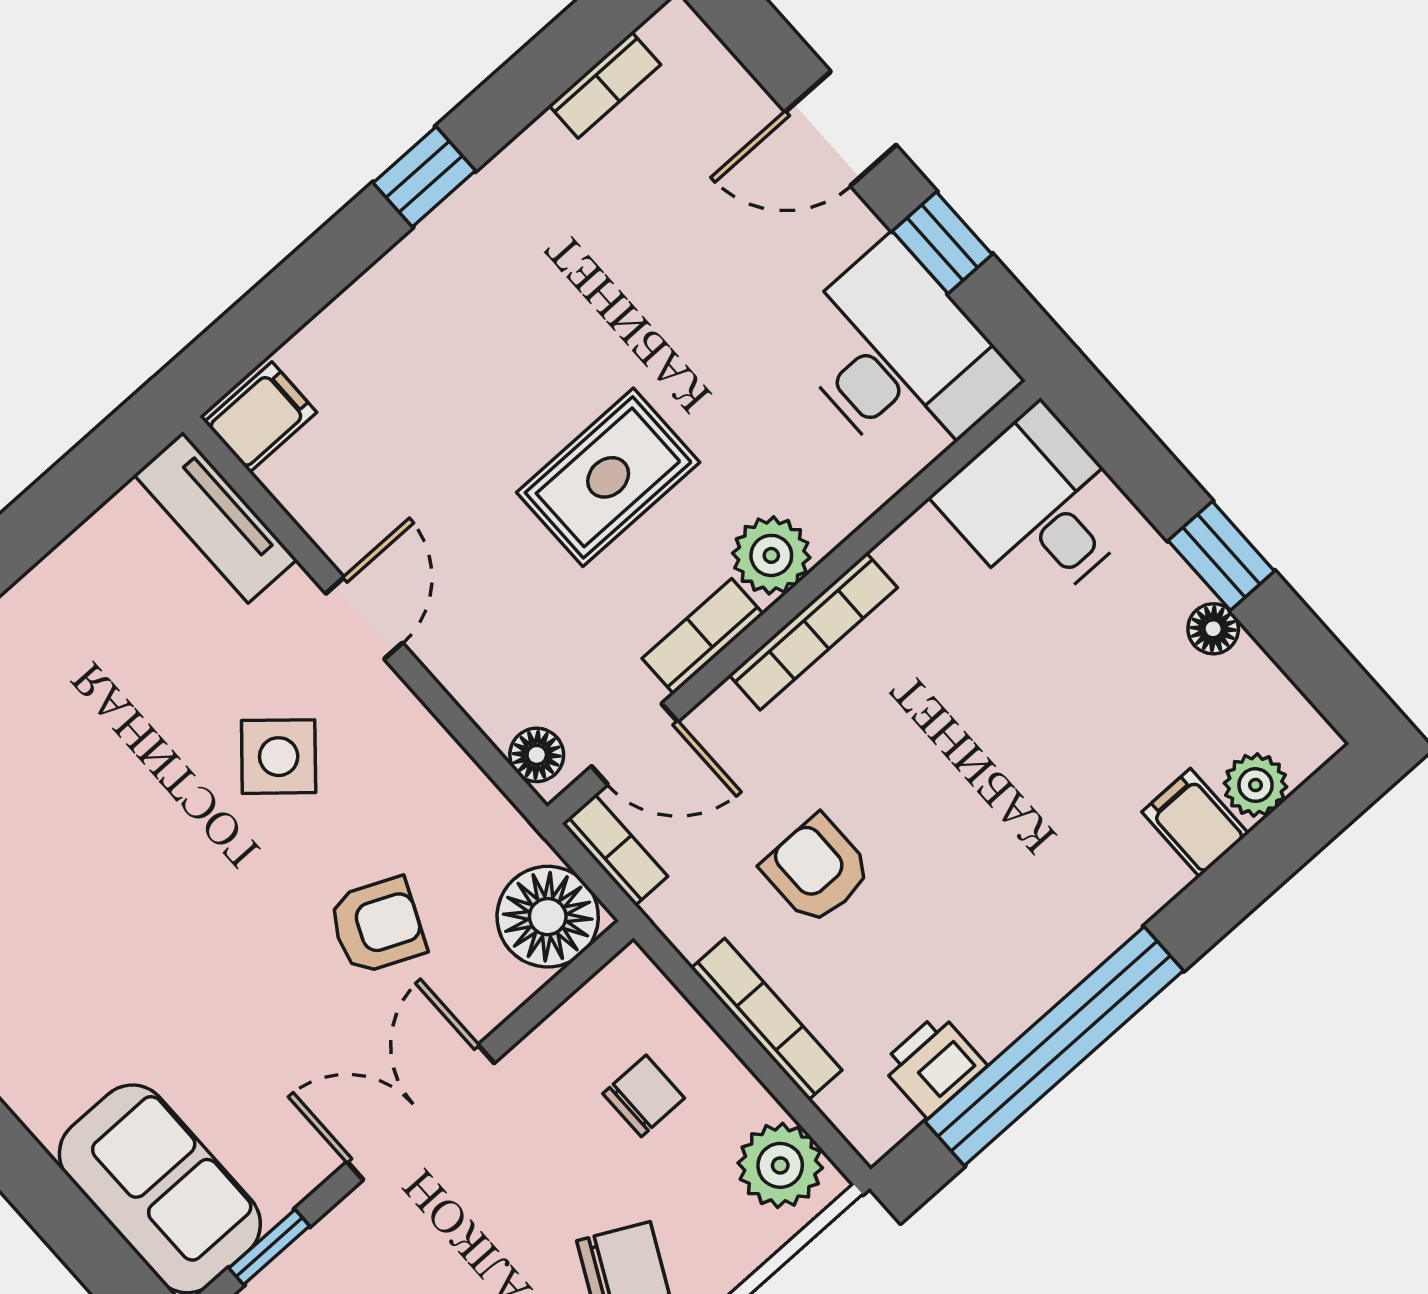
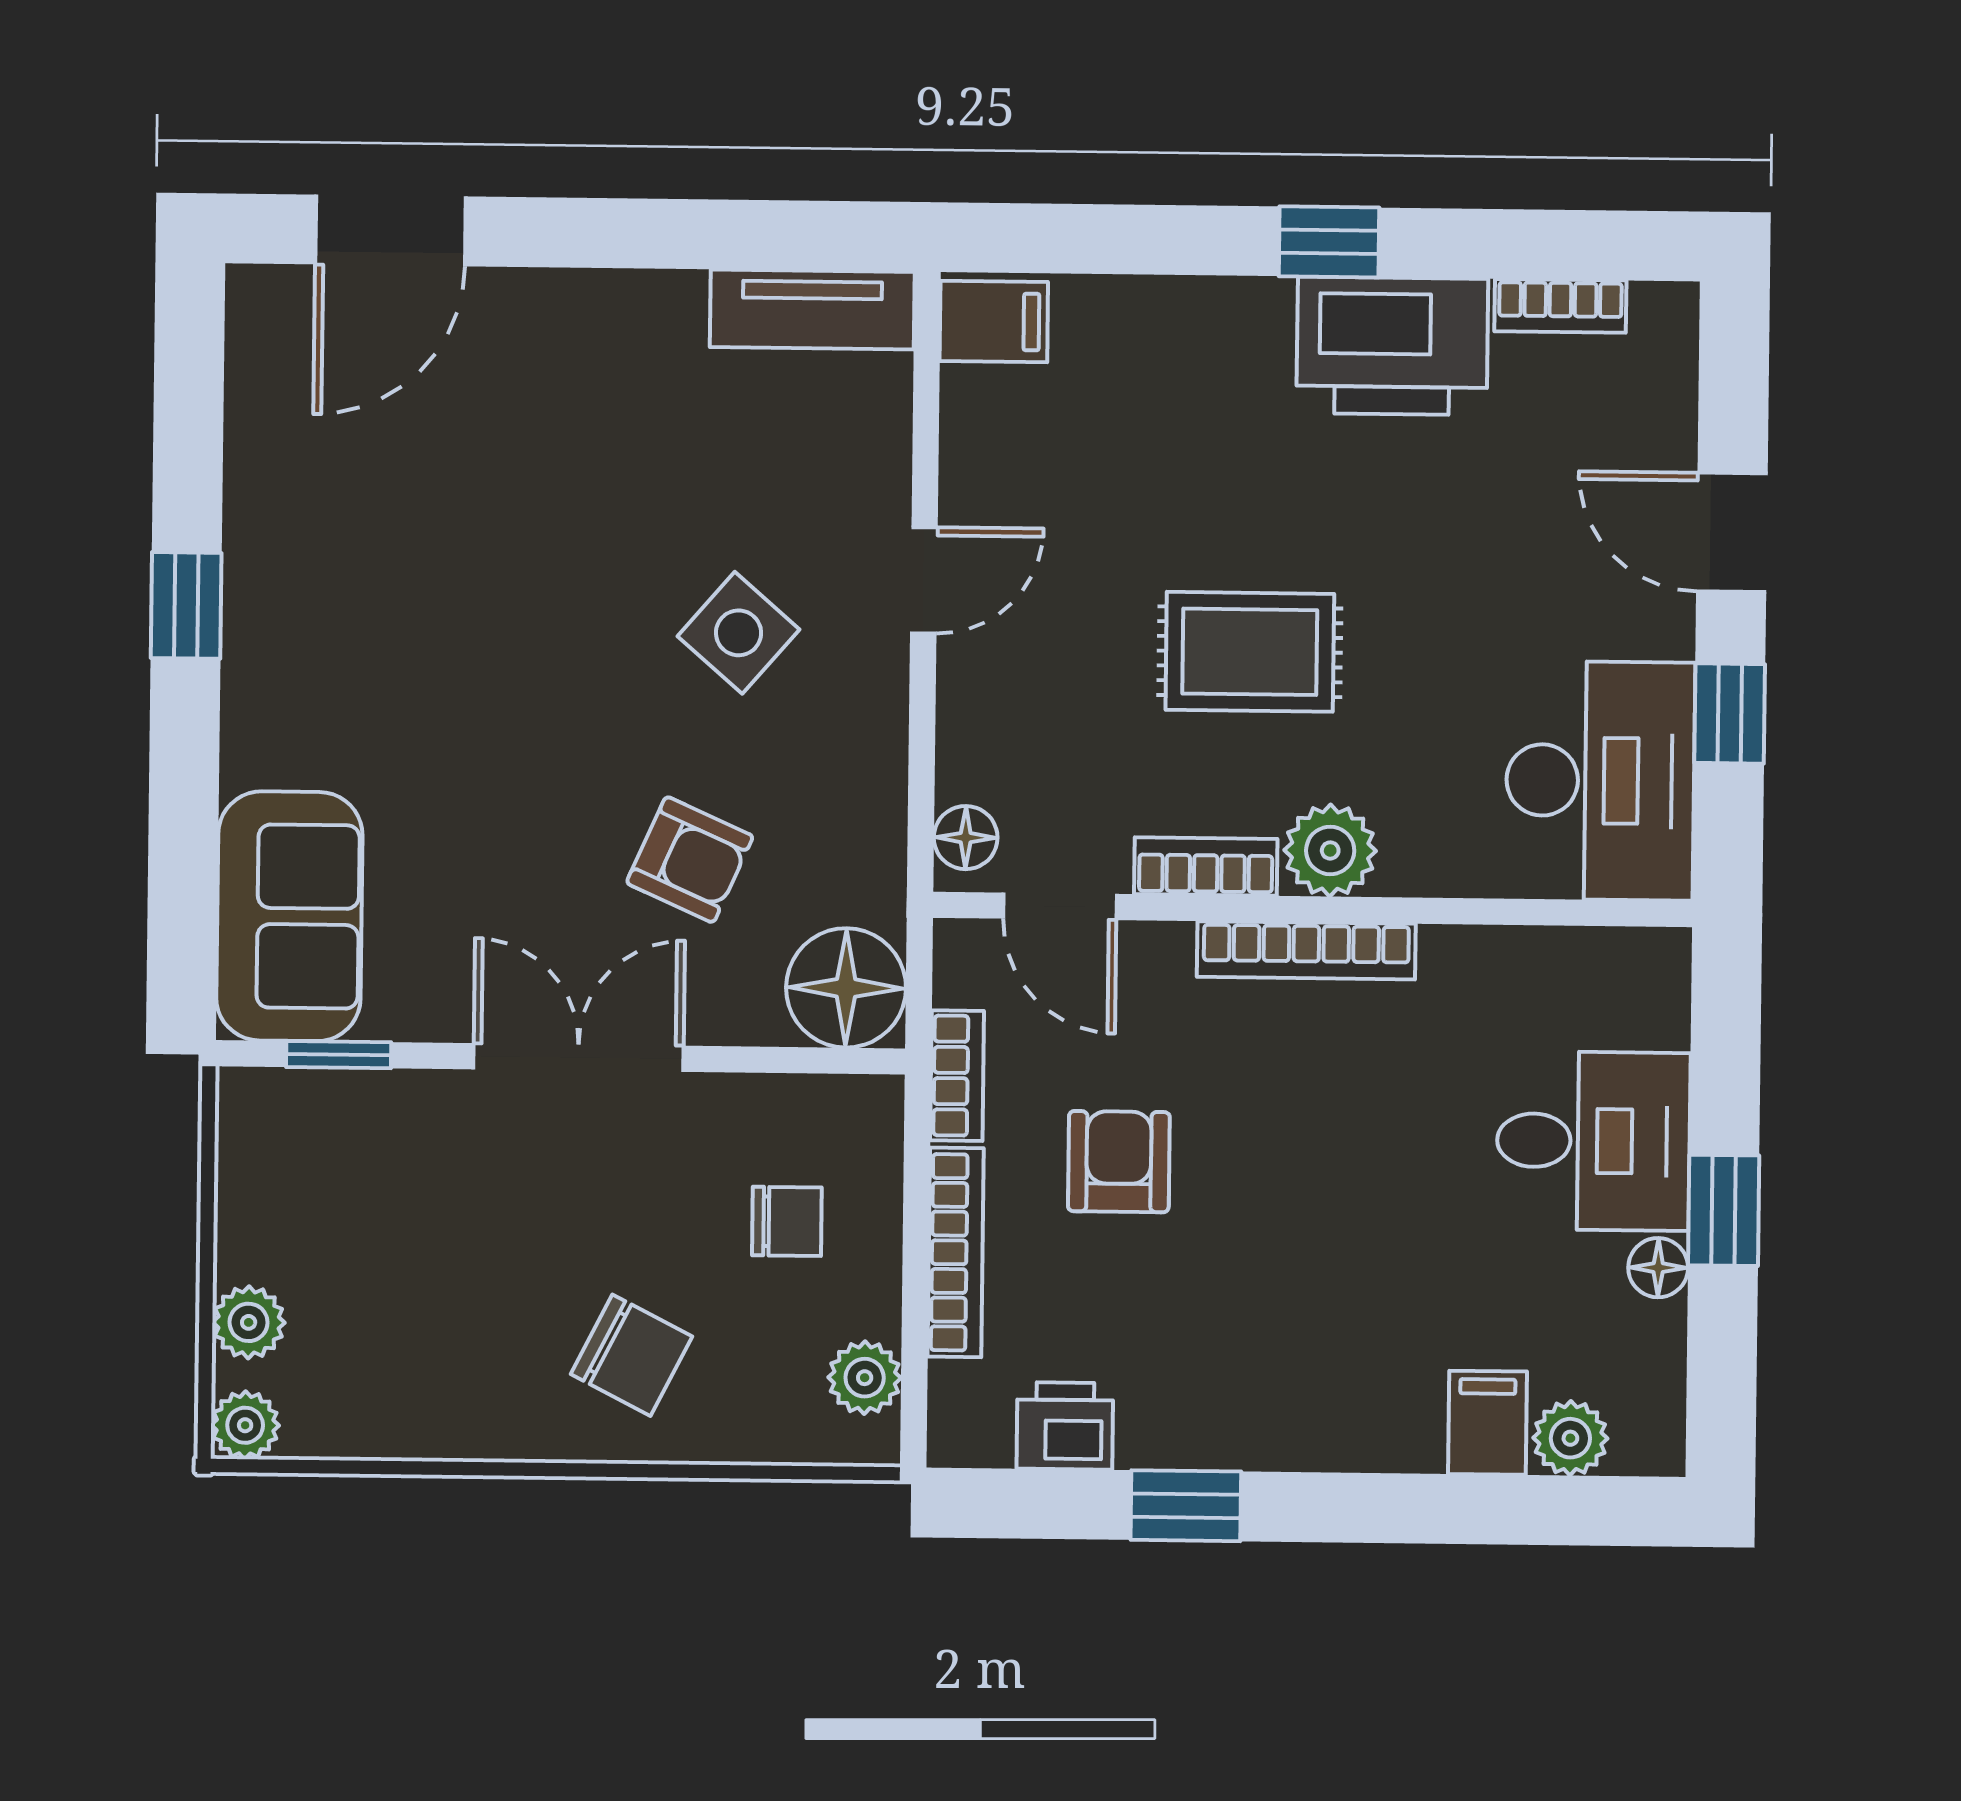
printer: (523, 206) -> (1392, 346), added
desk: (1038, 508) -> (1593, 1141), moved, turned 90
tv unit: (216, 517) -> (812, 309), moved, turned -90
bookcase: (615, 850) -> (957, 1076), moved
window: (1054, 1046) -> (1186, 1506), width x0.32
plant: (780, 1165) -> (865, 1378), width x0.73, depth x0.73

